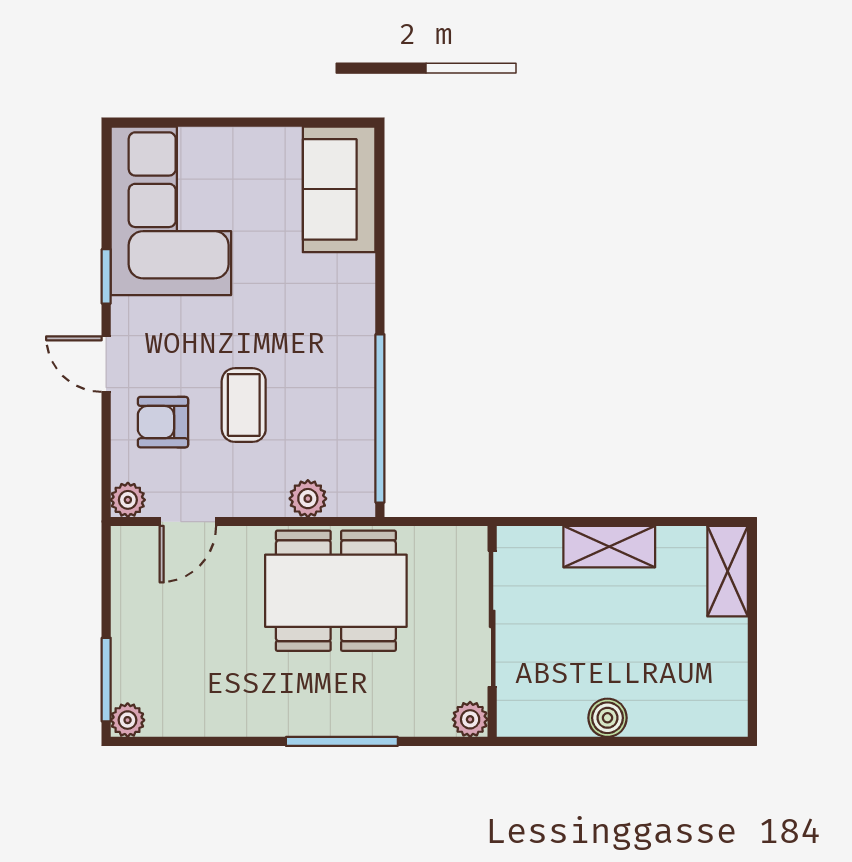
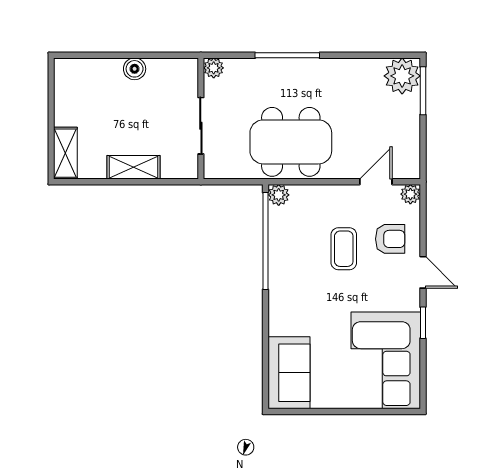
plant: (308, 499) -> (279, 195), moved
sliding door: (492, 619) -> (201, 126), width x0.73
plant: (128, 720) -> (402, 76), width x1.88, depth x1.88

